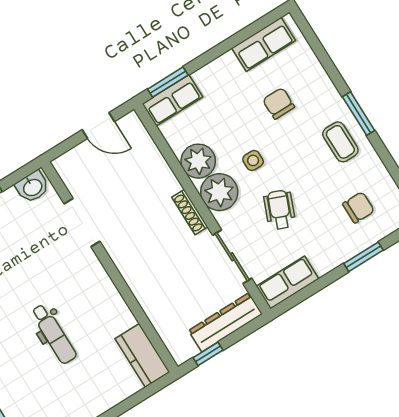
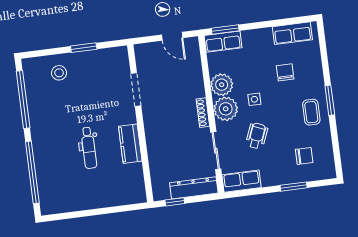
washbasin: (32, 187) -> (116, 55), removed
kitchen counter: (142, 355) -> (130, 144), moved

